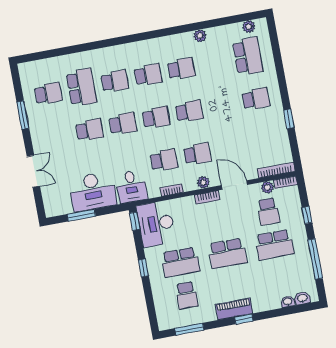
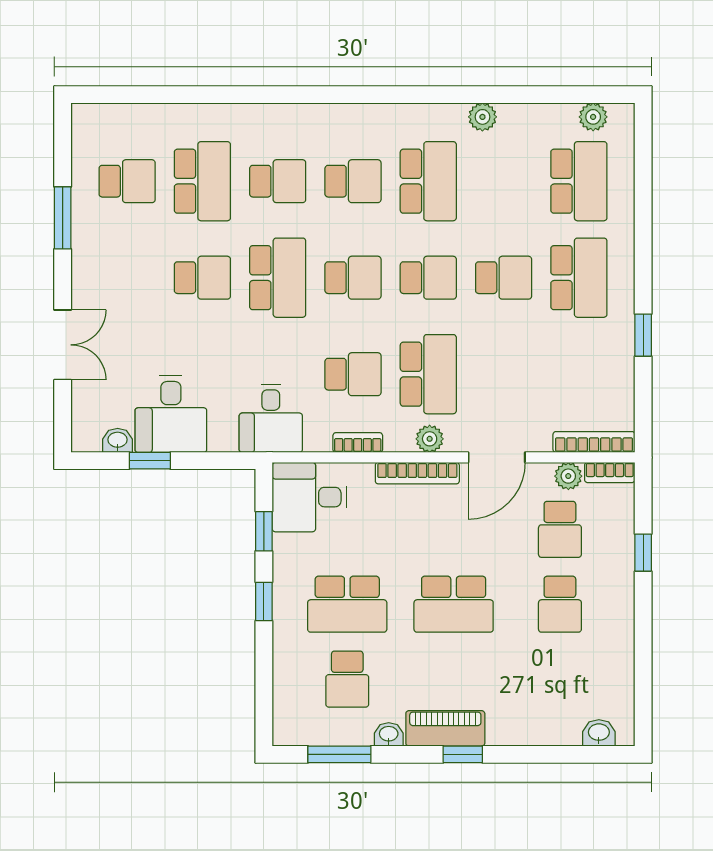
school desk: (181, 69) -> (428, 181), width x1.85
school desk: (256, 99) -> (579, 278), width x1.85
school desk: (223, 105) -> (504, 278), added
school desk: (123, 124) -> (278, 278), width x1.85
school desk: (197, 154) -> (428, 374), width x1.85
door: (234, 185) -> (497, 457), swing flipped
desk: (93, 192) -> (171, 414), width x0.73
bookcase: (207, 197) -> (417, 473), width x1.56
washbasin: (65, 209) -> (118, 440), added
window: (81, 215) -> (150, 461), width x0.67
window: (135, 221) -> (264, 531), moved
desk: (156, 224) -> (310, 497), width x0.73
school desk: (274, 245) -> (560, 604), width x0.54
window: (315, 259) -> (643, 652), removed
washbasin: (288, 302) -> (389, 734), moved

